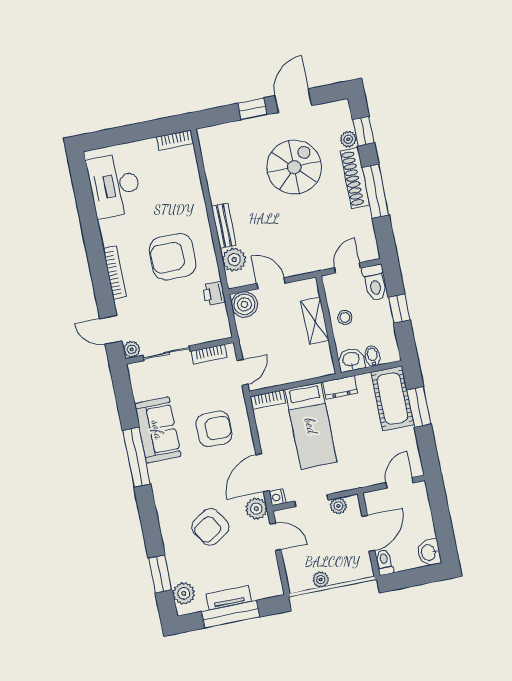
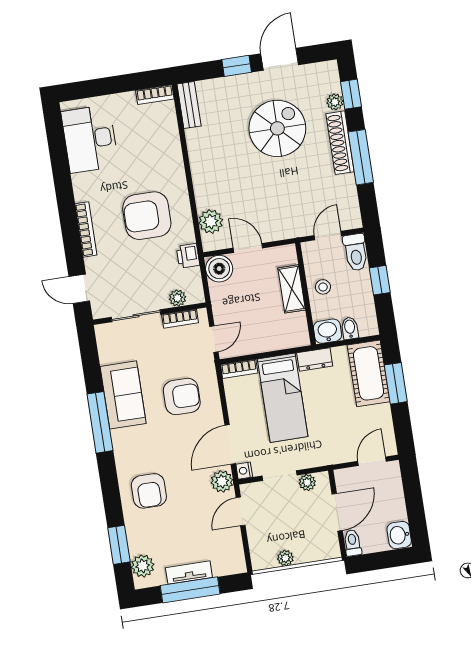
bench: (224, 226) -> (189, 105), moved
plant: (132, 349) -> (177, 298), moved
armchair: (210, 527) -> (149, 491), moved, turned -57
door: (275, 537) -> (241, 511), swing flipped

